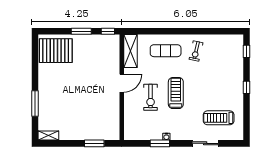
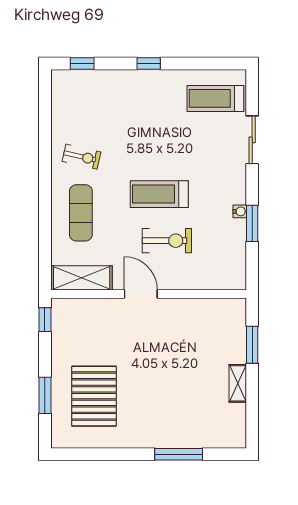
window: (81, 31) -> (45, 395), moved
pallet: (56, 51) -> (94, 396), moved
treadmill: (219, 118) -> (215, 98), moved, turned 90
shelving: (48, 136) -> (238, 383), moved

